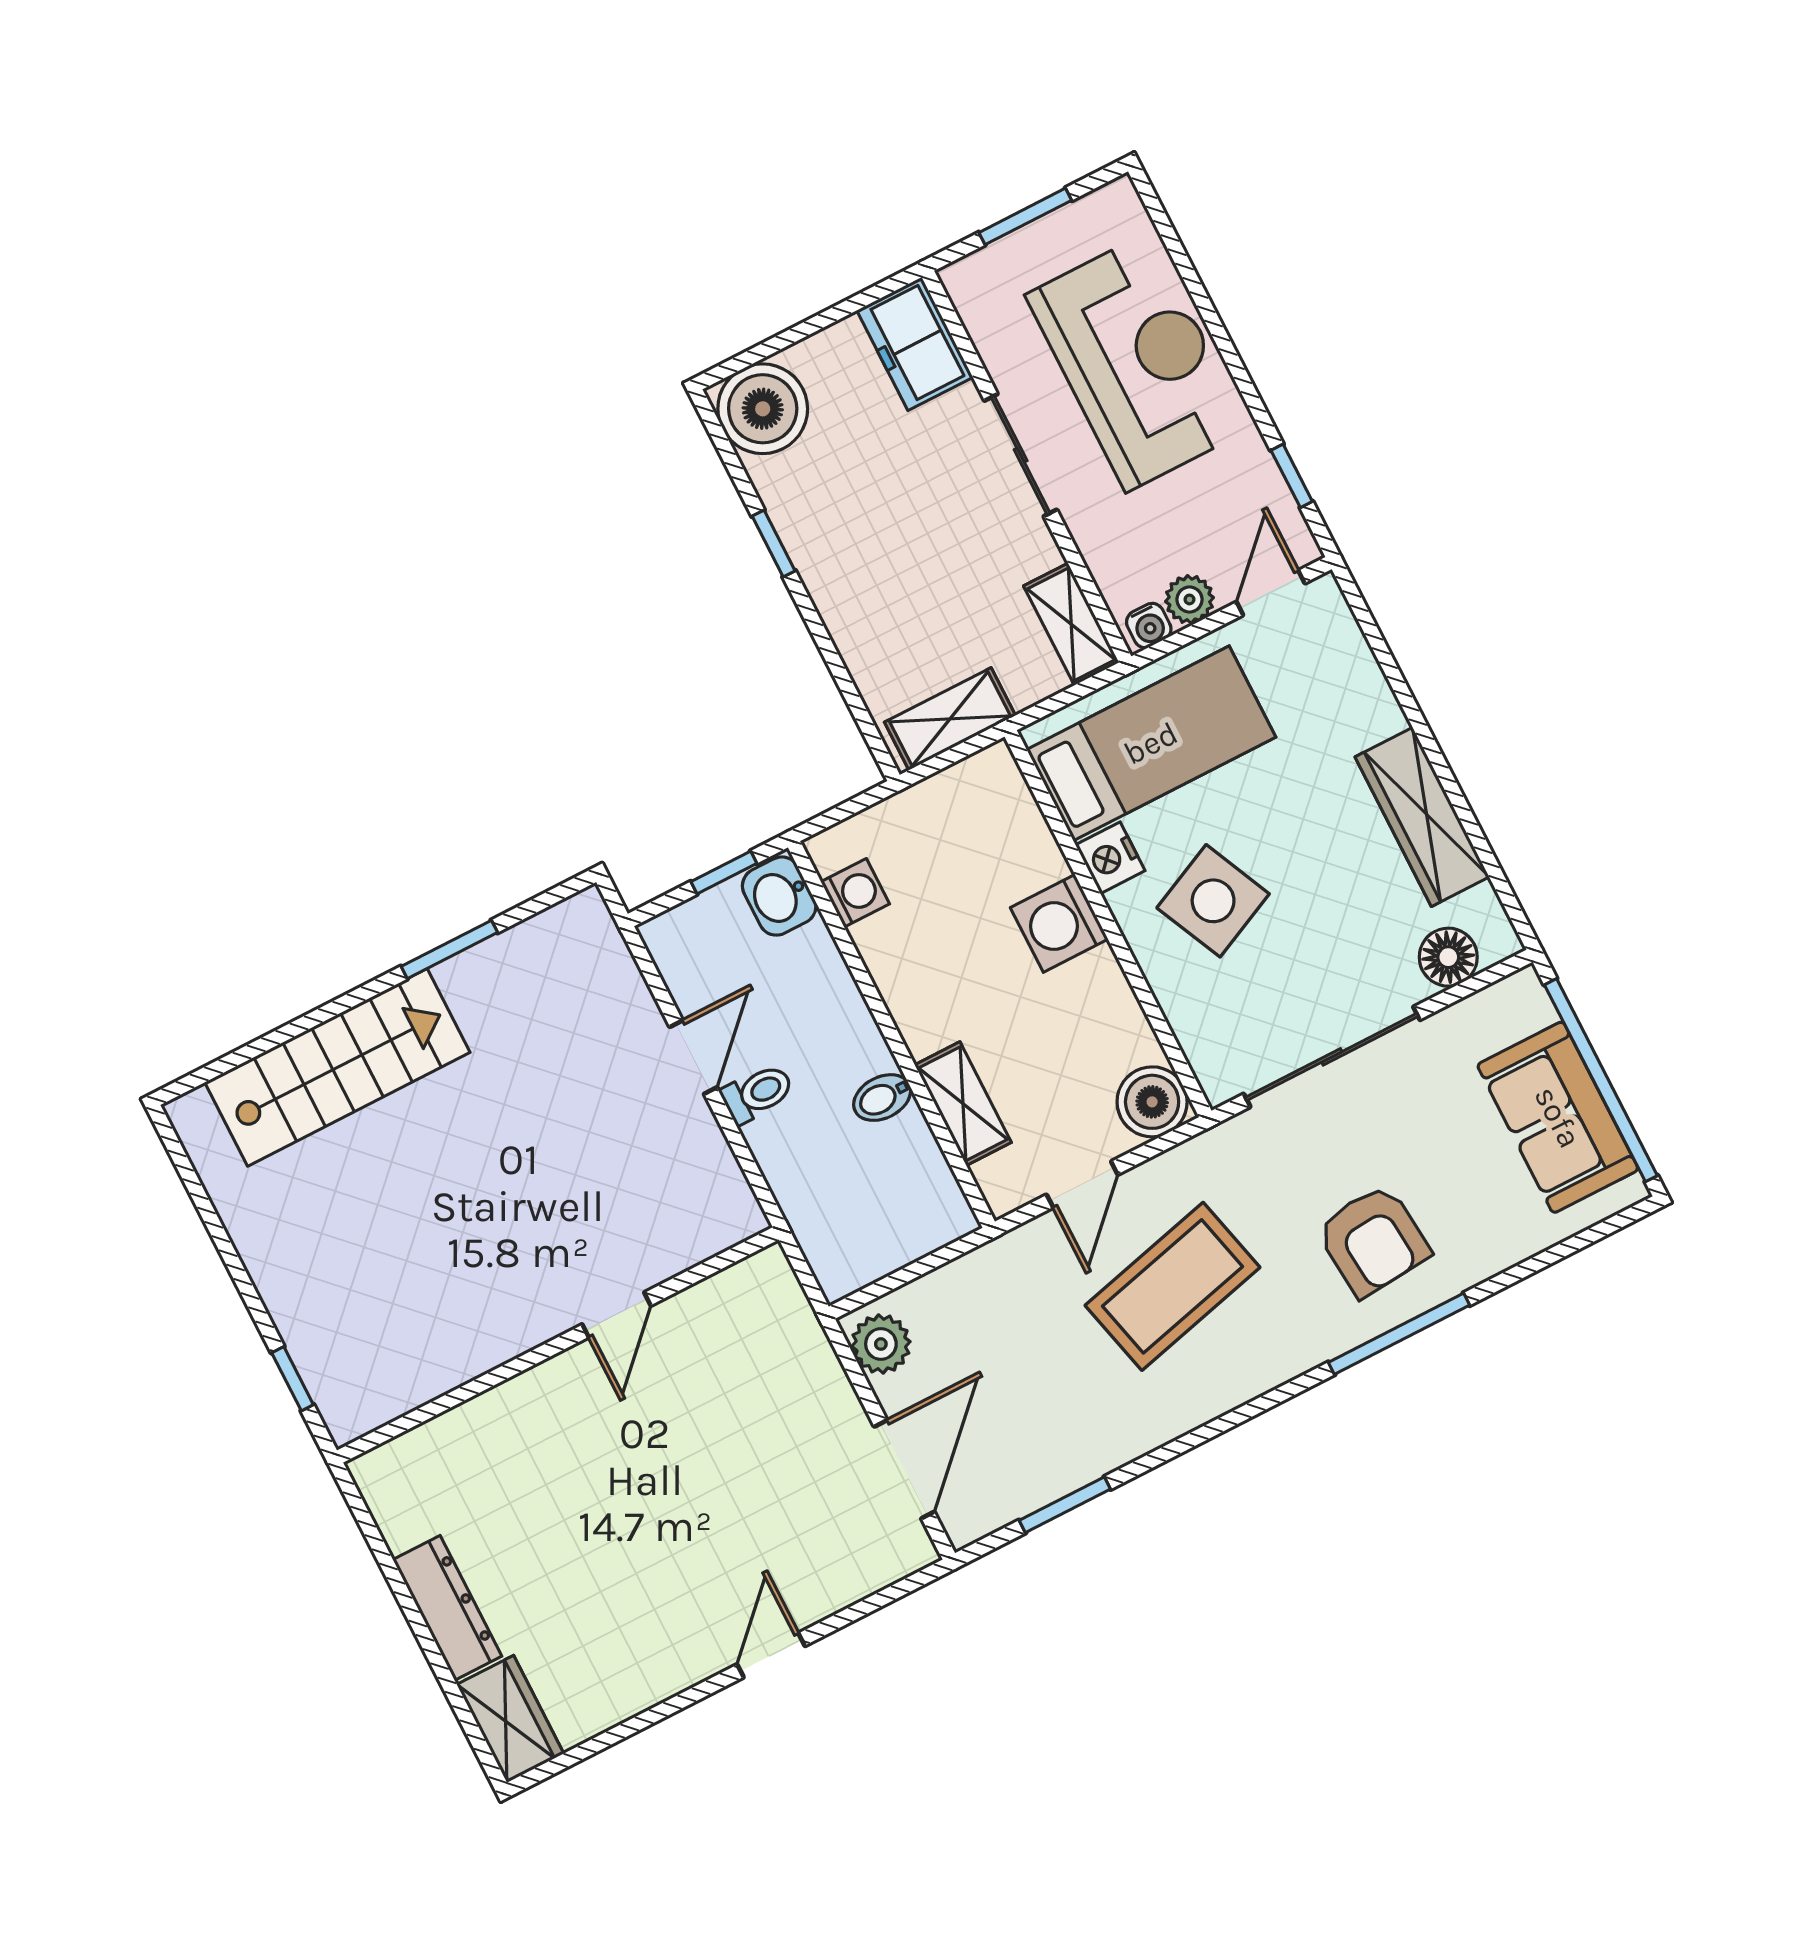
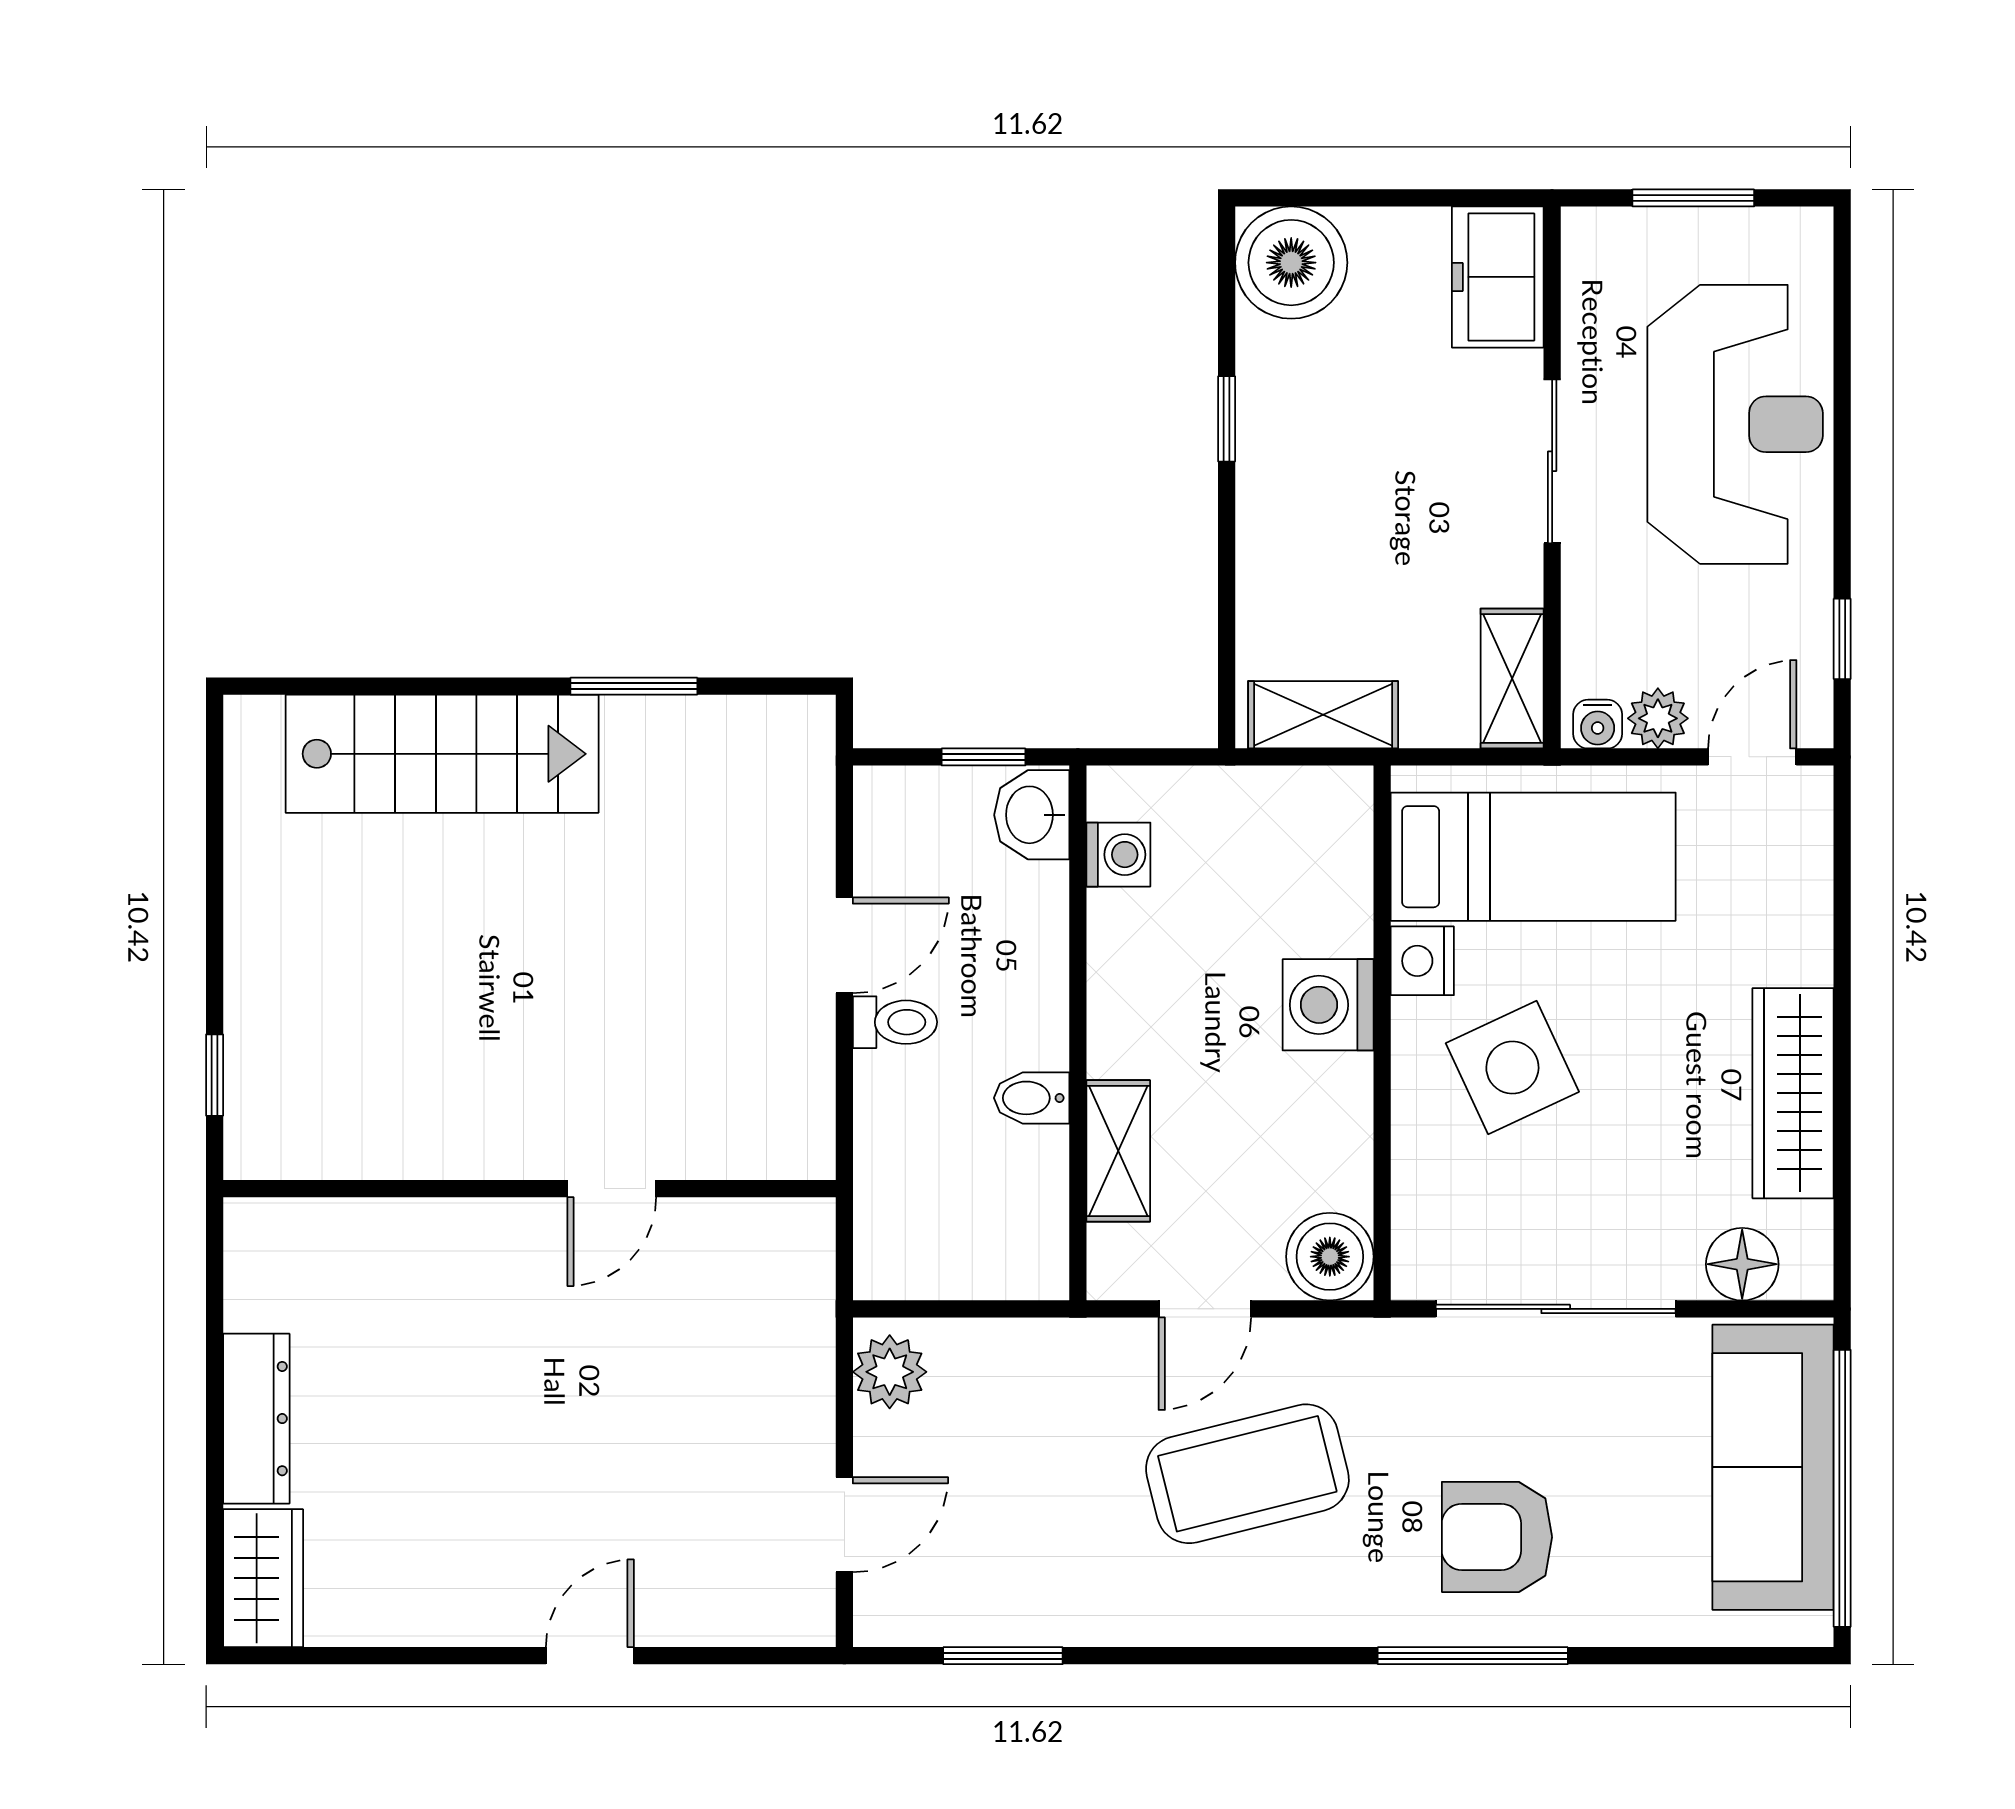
sofa: (1558, 1117) -> (1773, 1467), width x1.36
armchair: (1373, 1240) -> (1497, 1537), turned 95
door: (904, 1469) -> (844, 1525), width x0.73

